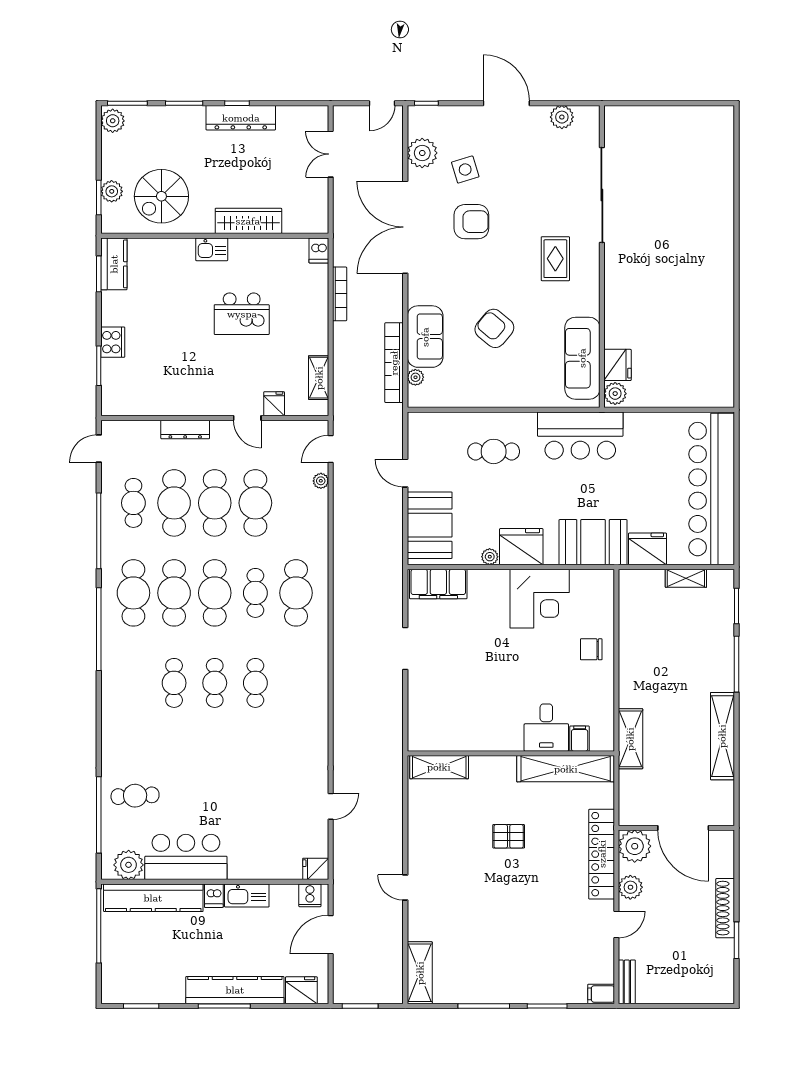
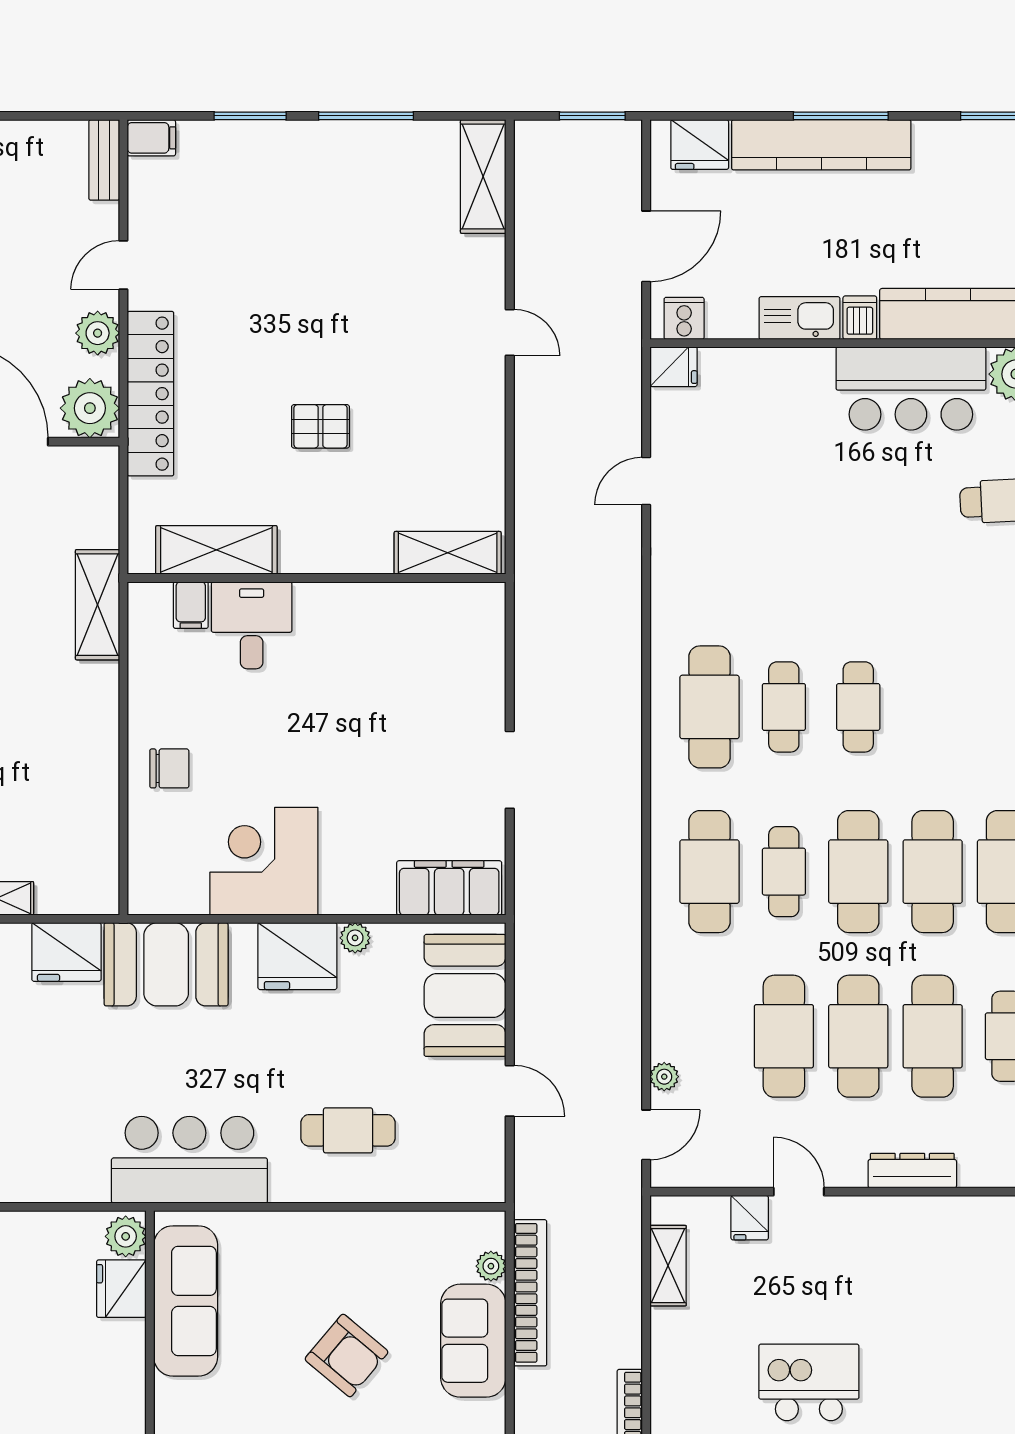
cafe table: (174, 683) -> (709, 707), moved, width x1.37, depth x1.35
shelving: (566, 769) -> (216, 550), width x0.68

